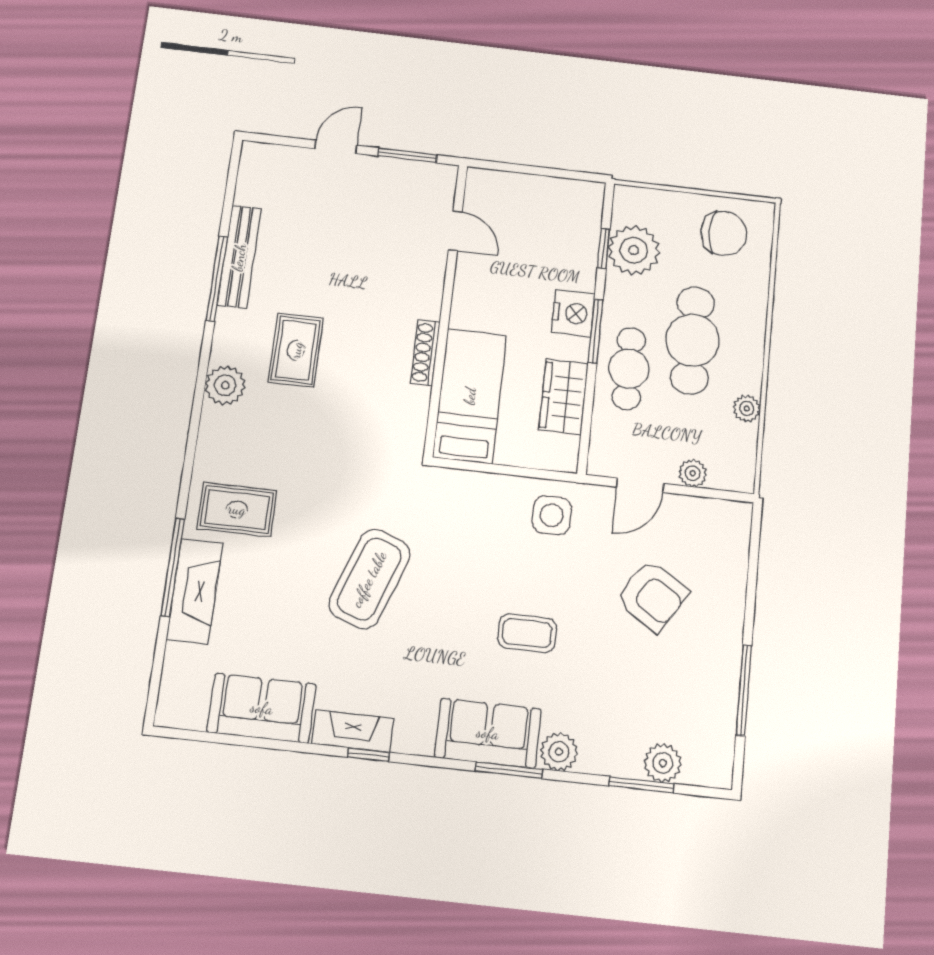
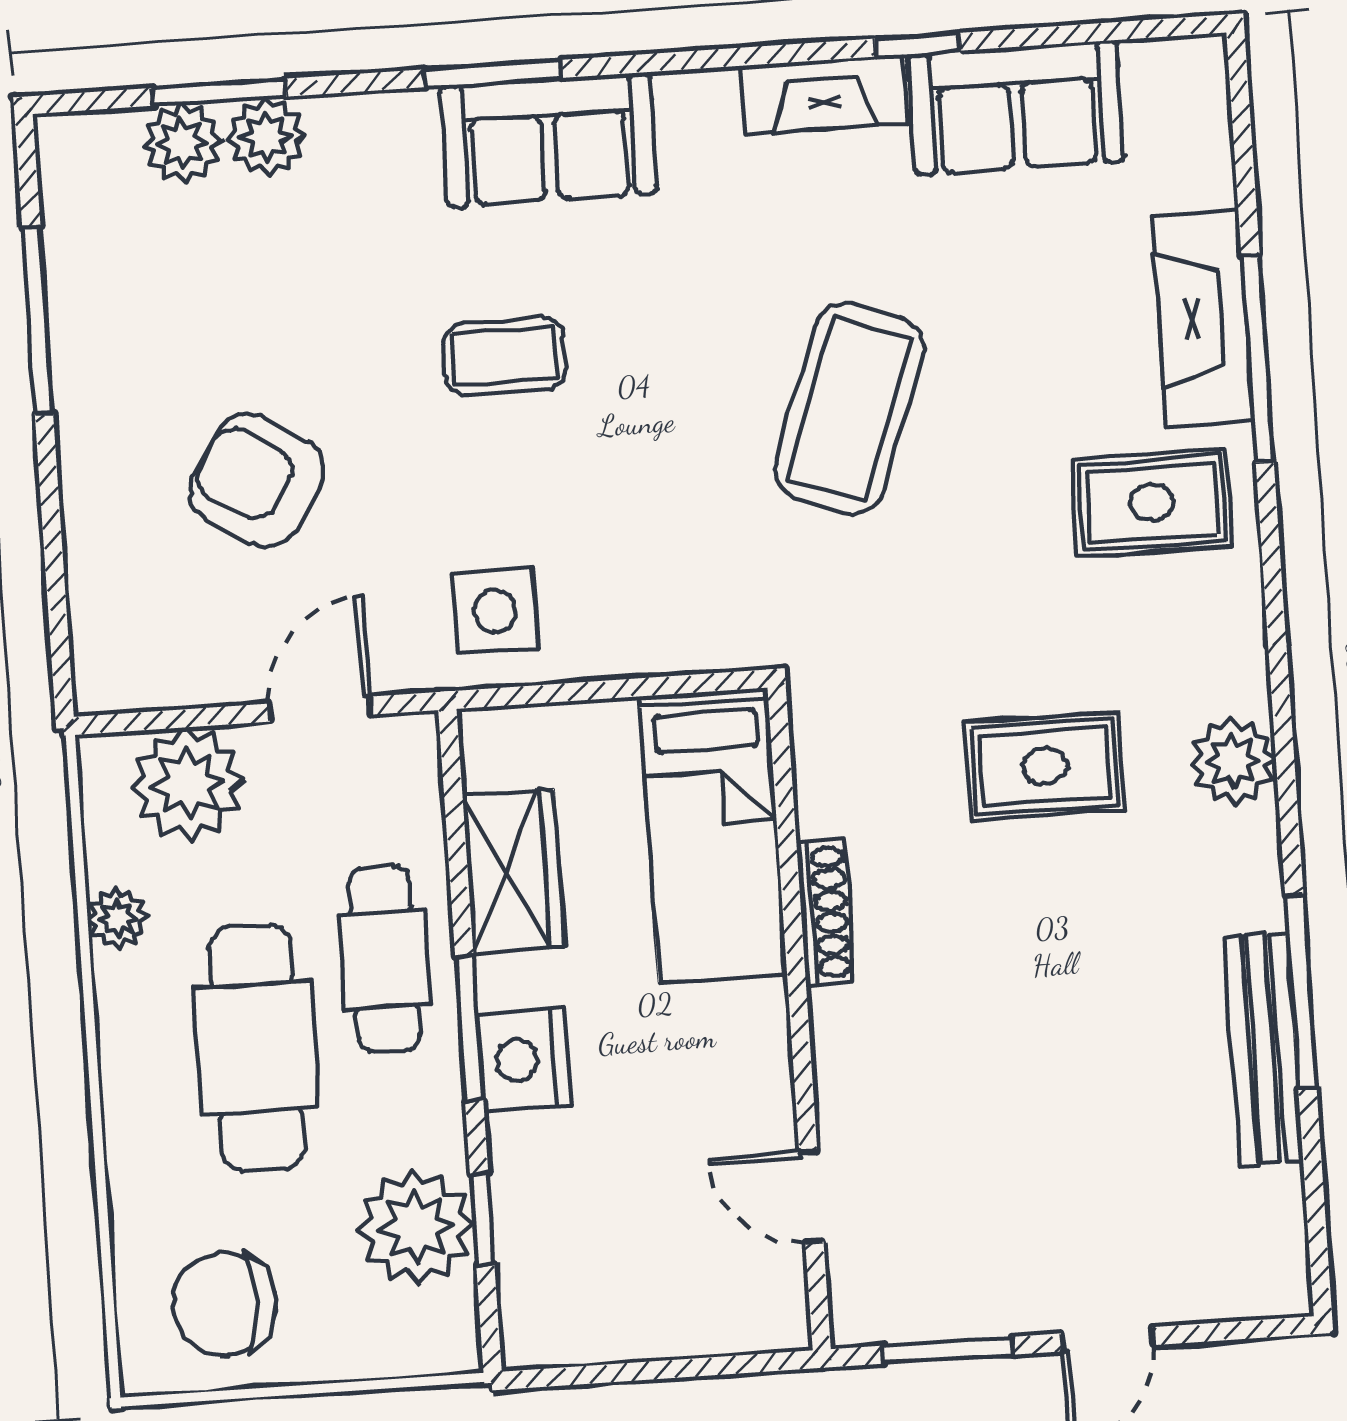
rug: (296, 350) -> (1045, 766), moved, turned 90
plant: (693, 473) -> (188, 784), width x1.87, depth x1.87
plant: (559, 752) -> (266, 137), moved
window: (368, 755) -> (917, 45), moved

